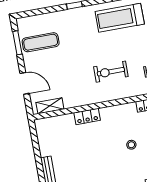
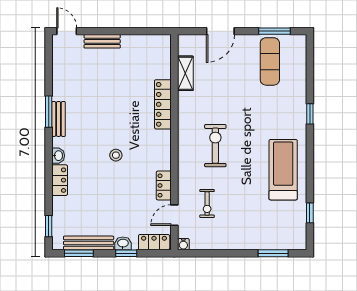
shelving: (50, 106) -> (185, 73), moved
locker: (87, 116) -> (163, 104), width x1.53

